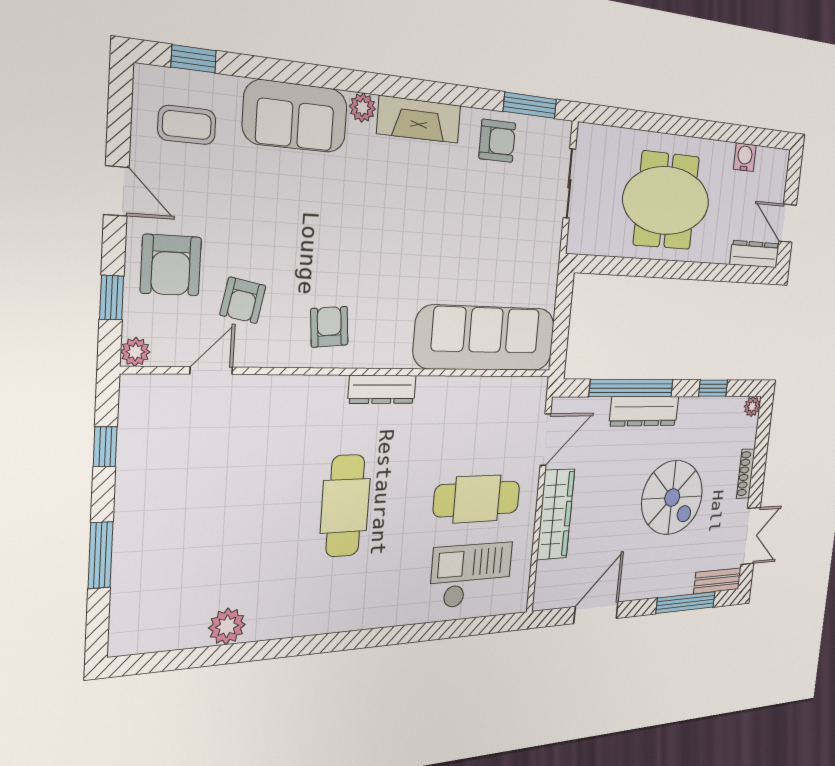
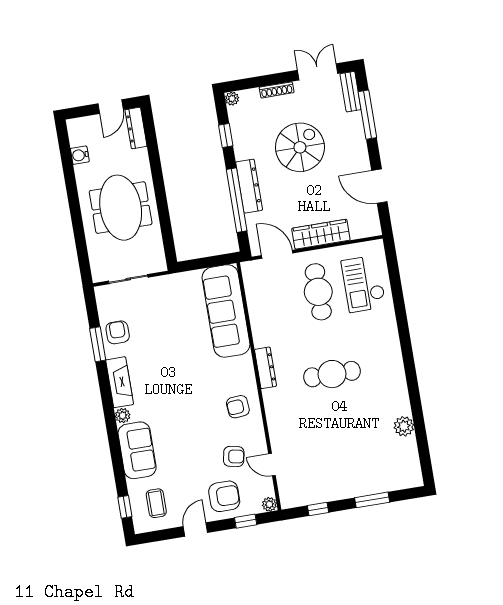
window: (530, 105) -> (98, 344), moved

